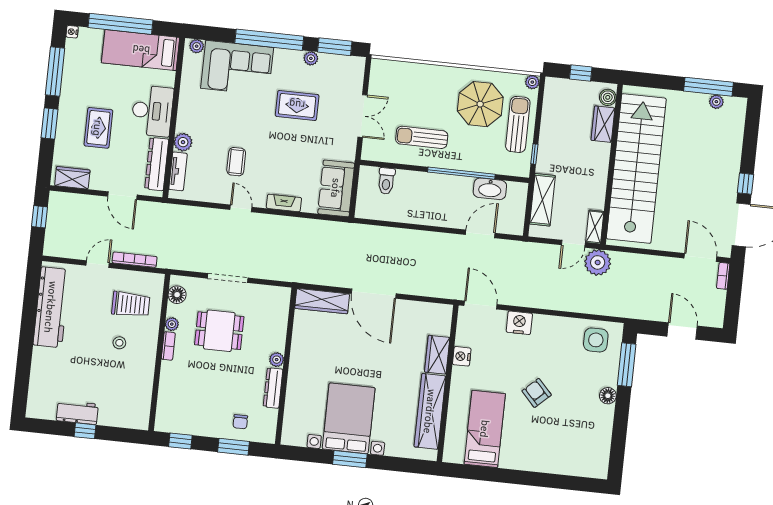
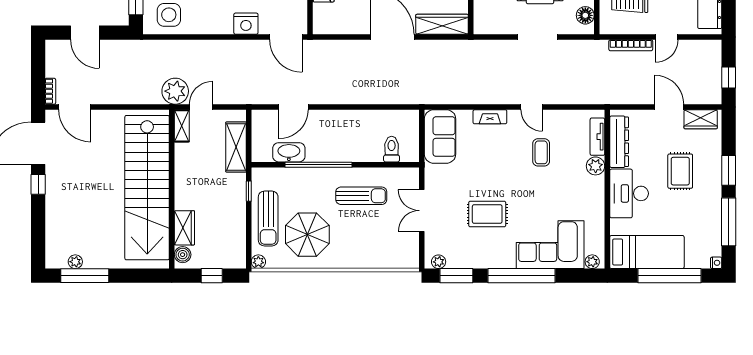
plant: (311, 58) -> (439, 262), moved
door: (122, 196) -> (669, 107), moved

